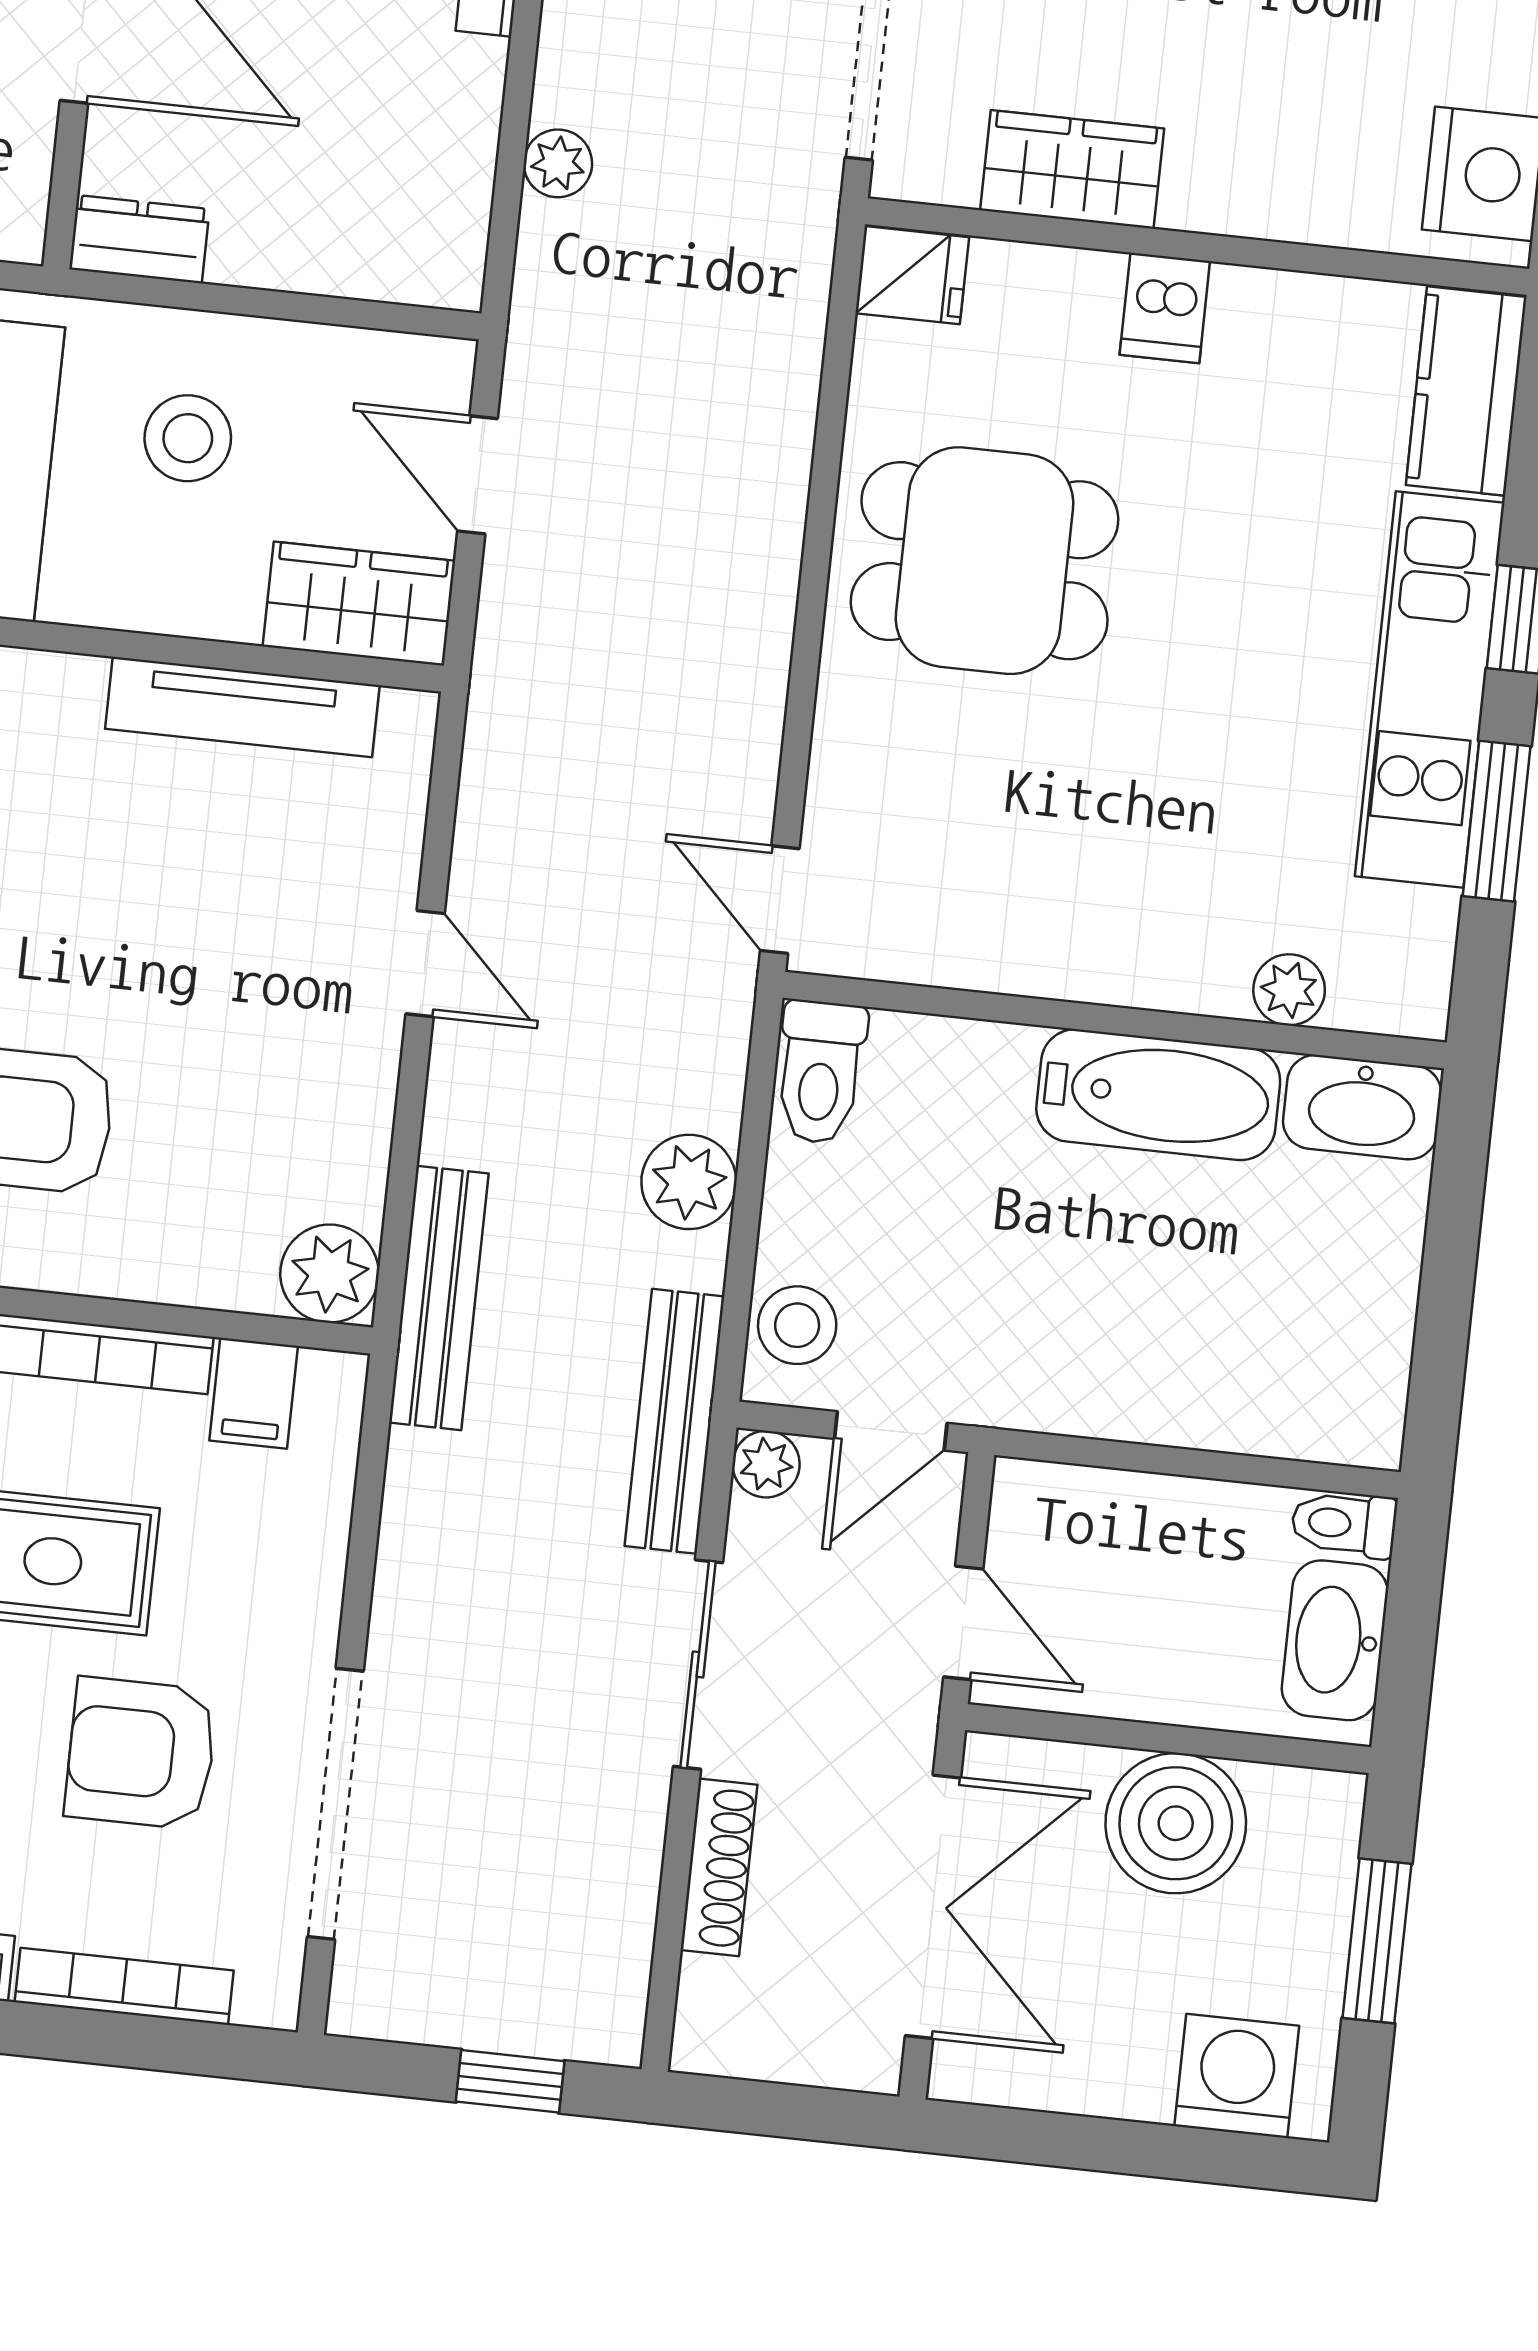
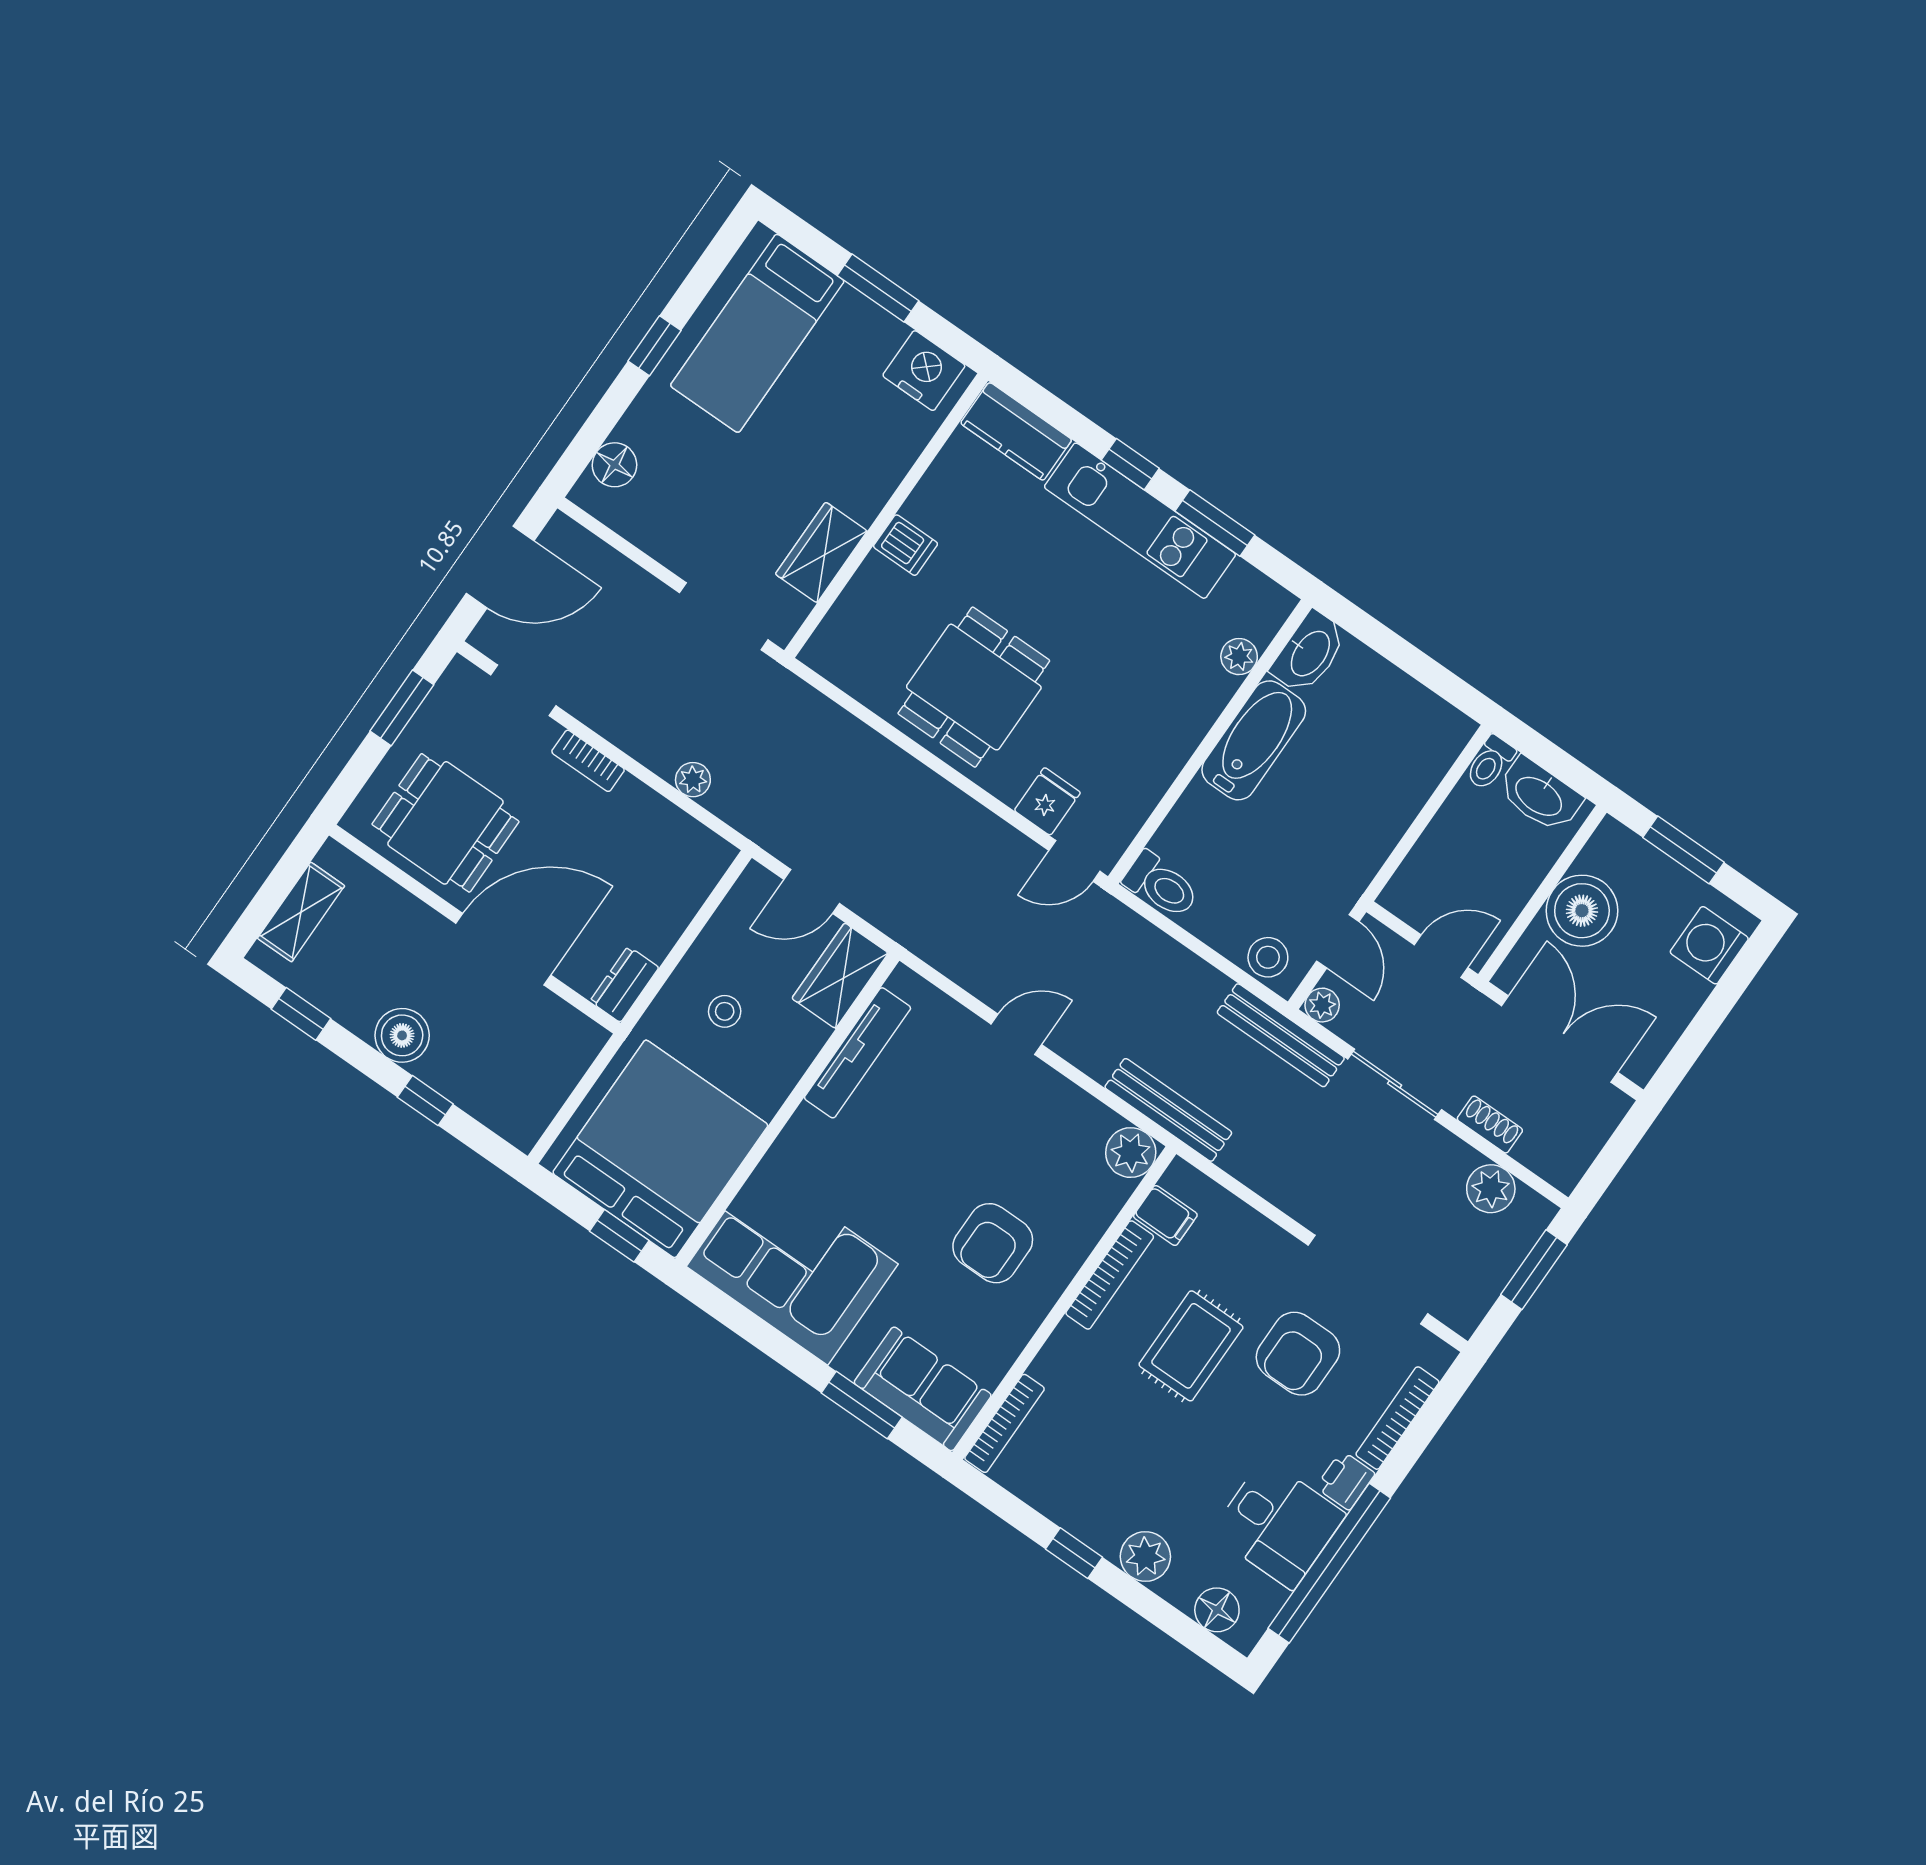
fridge: (912, 275) -> (1047, 802), moved
stool: (188, 438) -> (725, 1011), width x0.73, depth x0.73
plant: (689, 1182) -> (1491, 1189), moved
shoe rack: (719, 1867) -> (1490, 1125), width x0.70
window: (510, 2081) -> (1534, 1270), width x1.50

